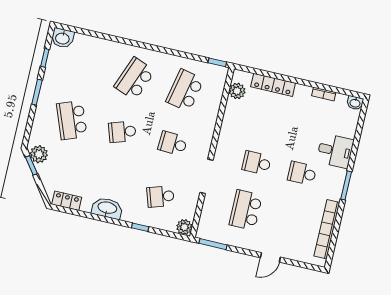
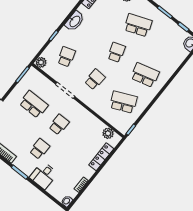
school desk: (135, 79) -> (145, 75), turned -36
school desk: (185, 90) -> (123, 102), turned -36

